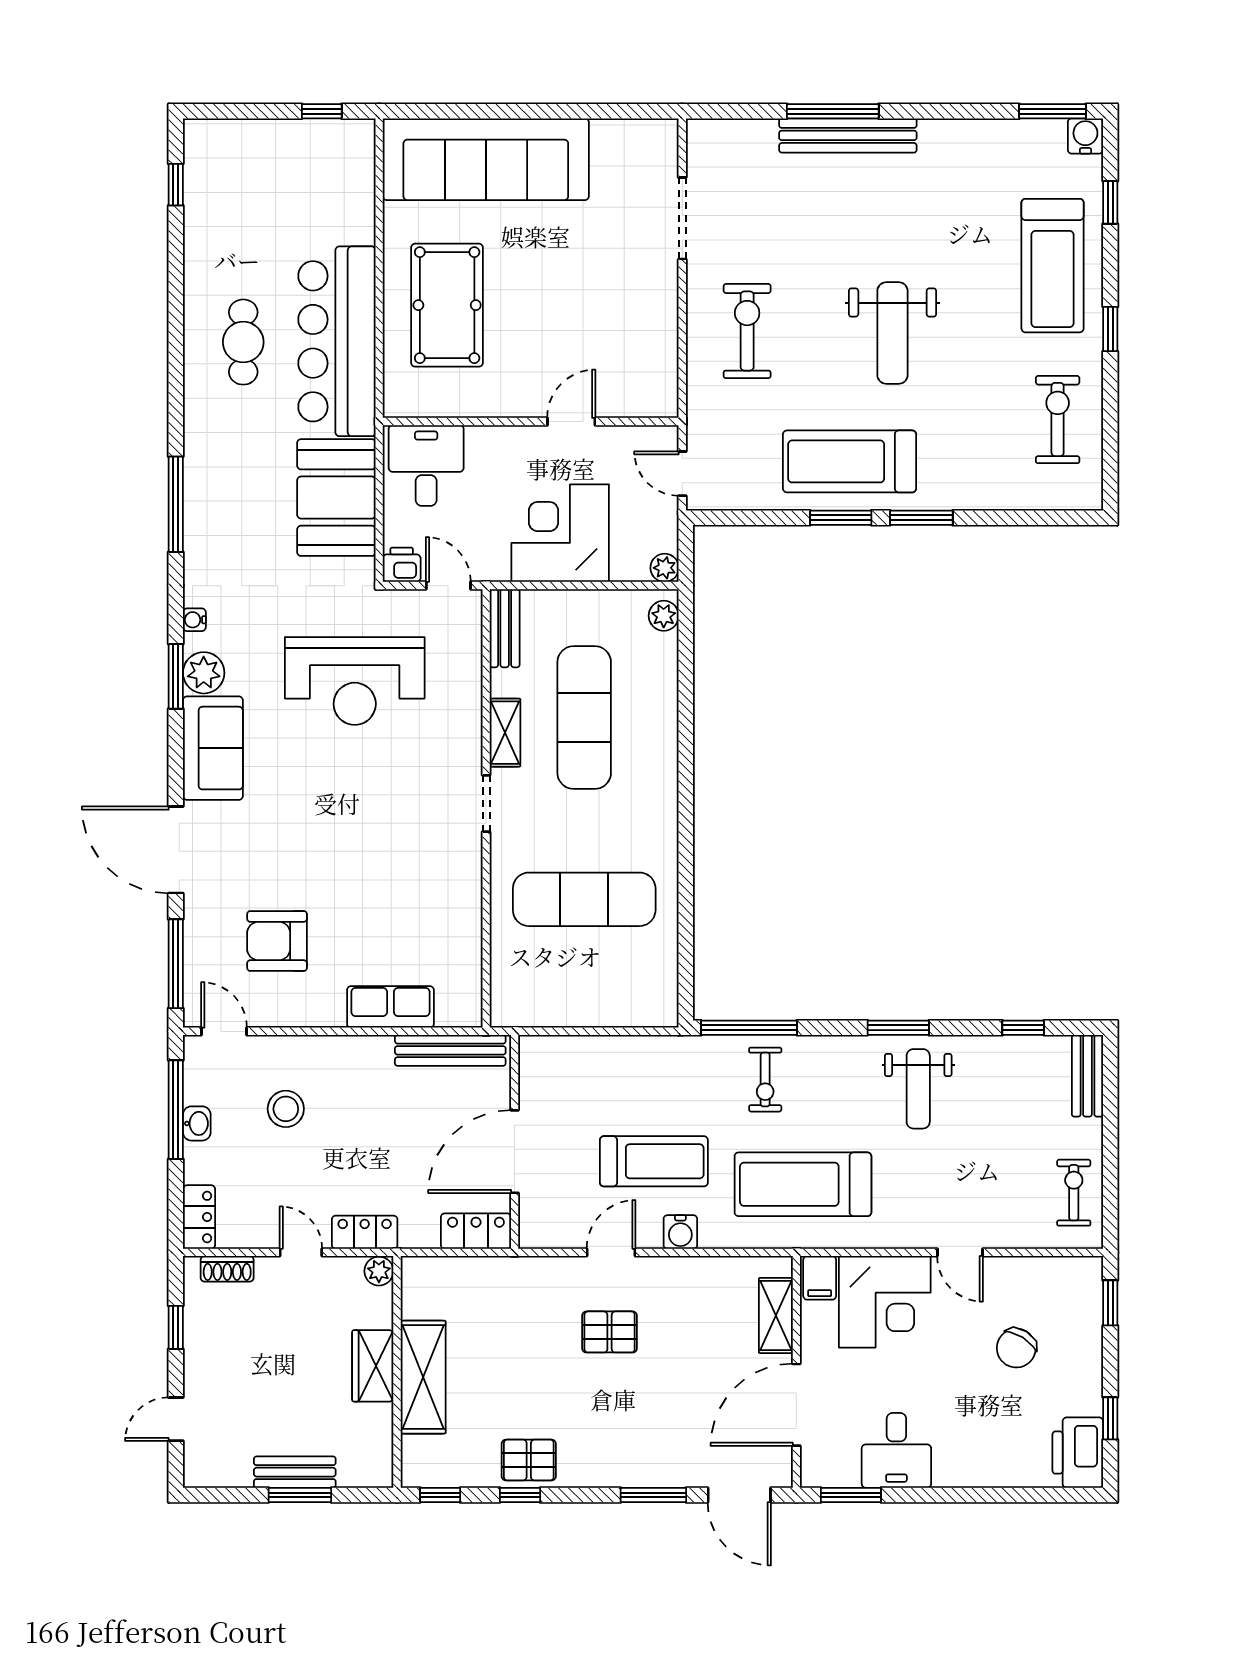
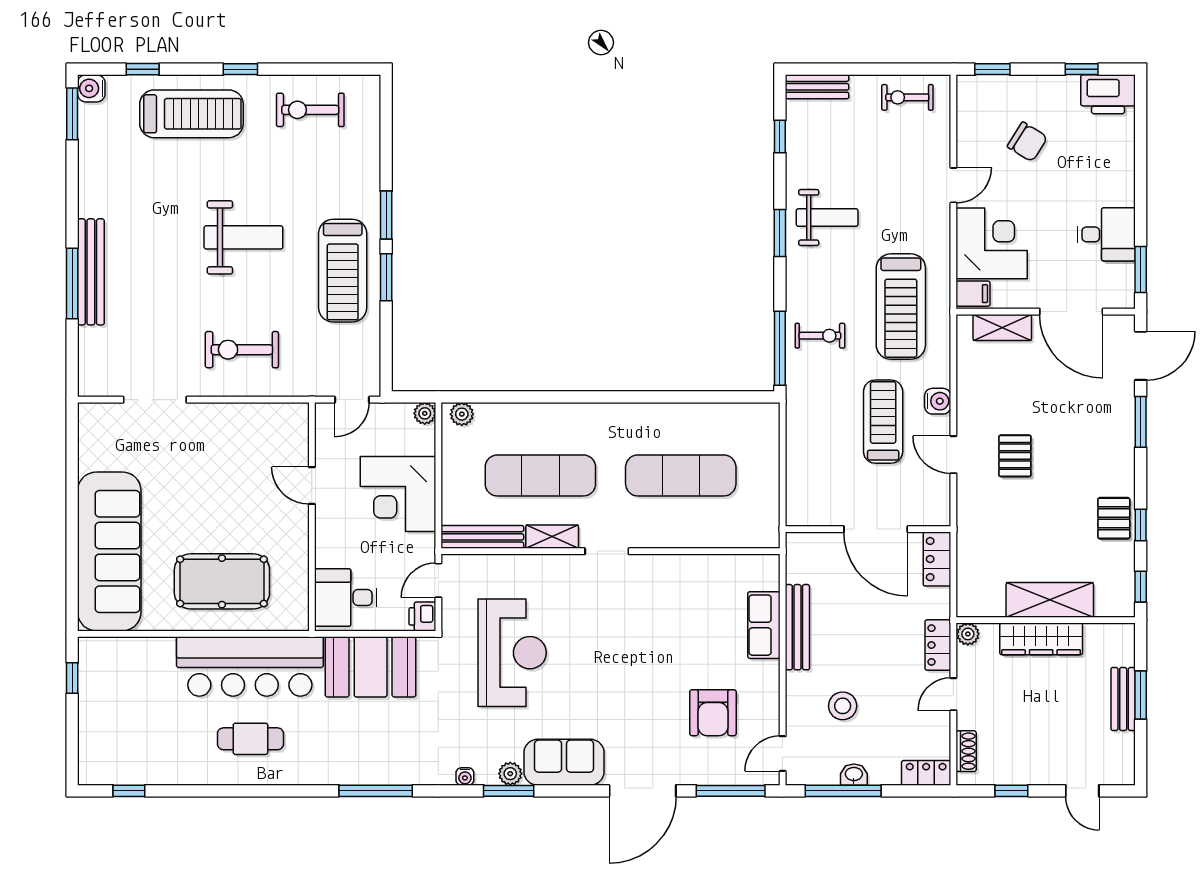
bench: (505, 628) -> (482, 537), width x1.36
plant: (204, 673) -> (510, 774), width x0.73, depth x0.73
exercise mat: (584, 899) -> (681, 475), turned 90
bench: (450, 1050) -> (797, 627), moved
wardrobe: (373, 1366) -> (1041, 639), width x1.50

